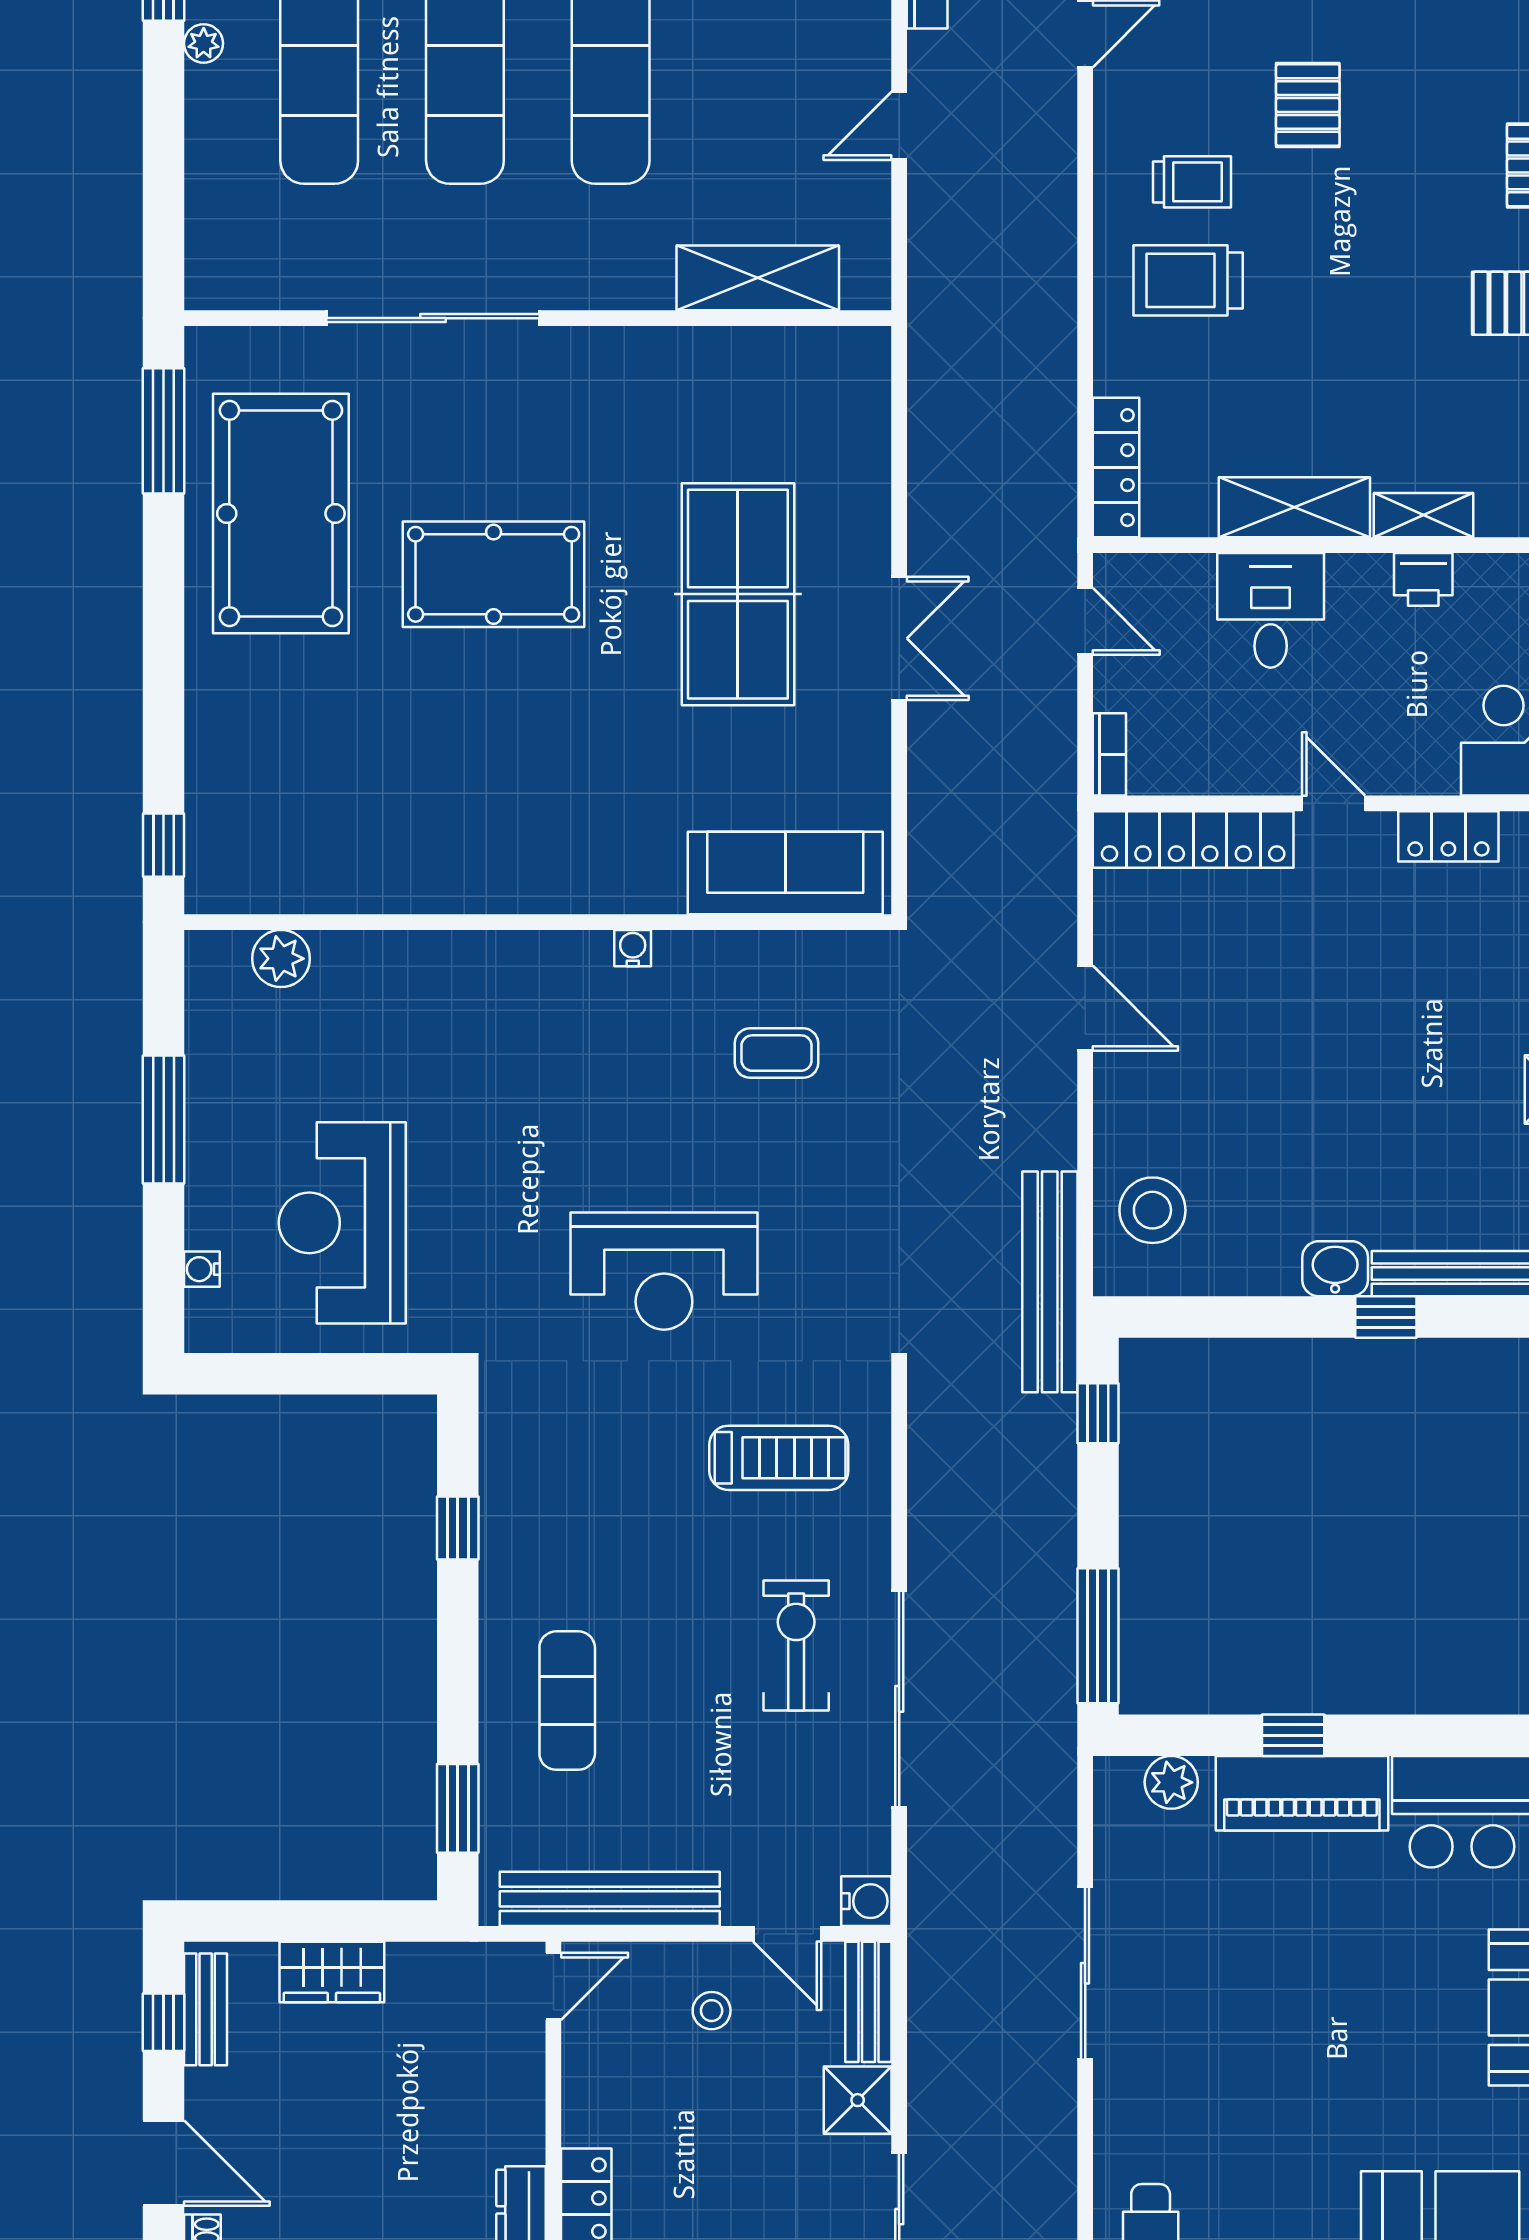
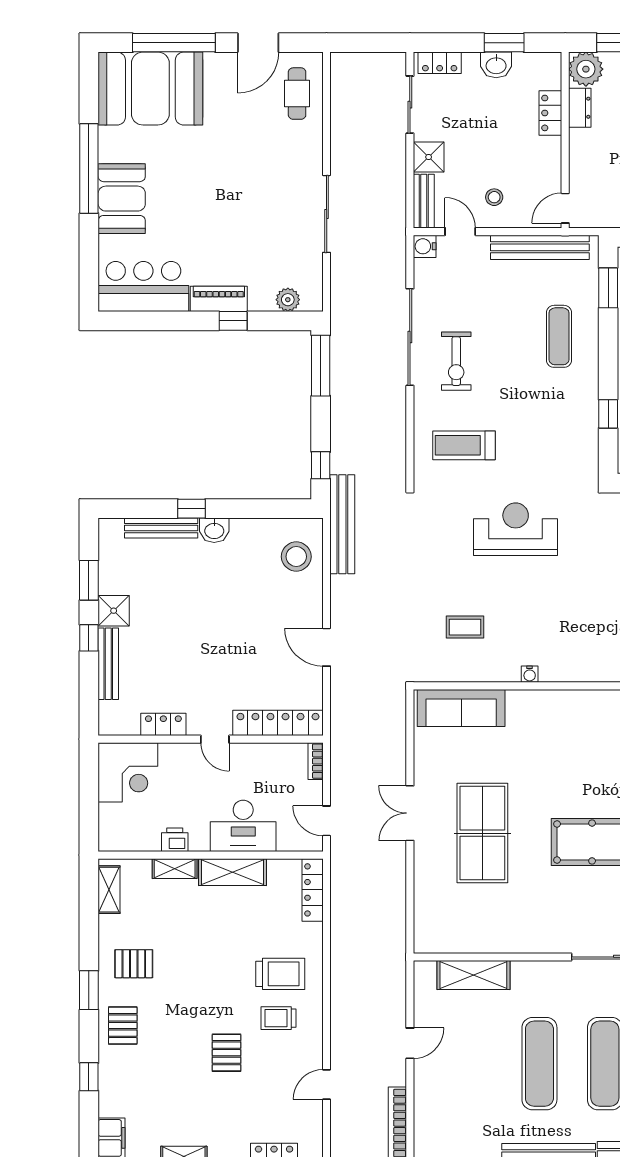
desk: (1271, 610) -> (243, 826), width x1.37
piano: (1302, 1793) -> (219, 299), width x0.73, depth x0.75

